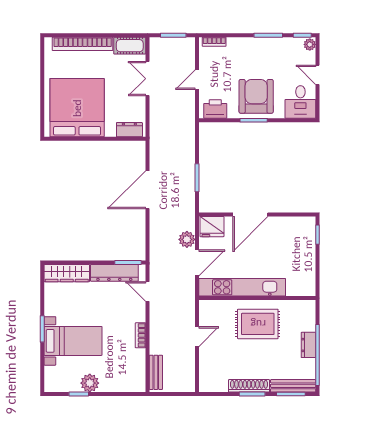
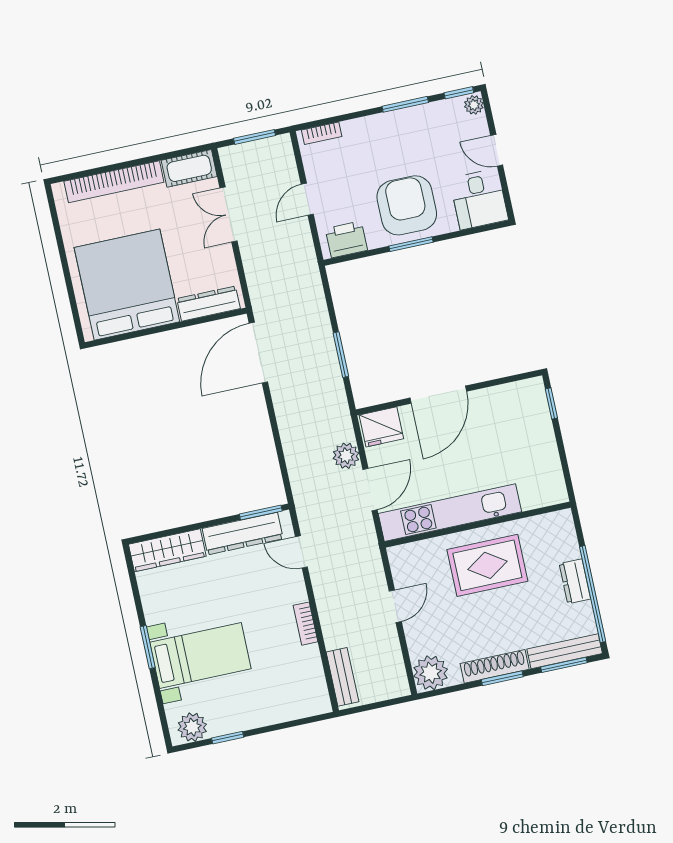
dresser: (129, 130) -> (209, 304), width x1.44
door: (147, 190) -> (258, 353), moved
plant: (210, 381) -> (431, 673), added
plant: (90, 383) -> (192, 727), moved

